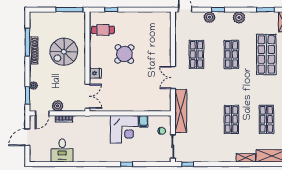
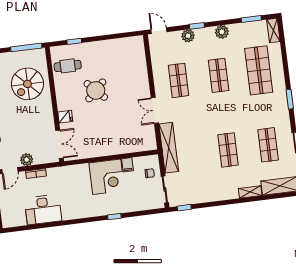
spiral stairs: (64, 52) -> (27, 84), moved
desk: (62, 150) -> (43, 210), width x1.37

